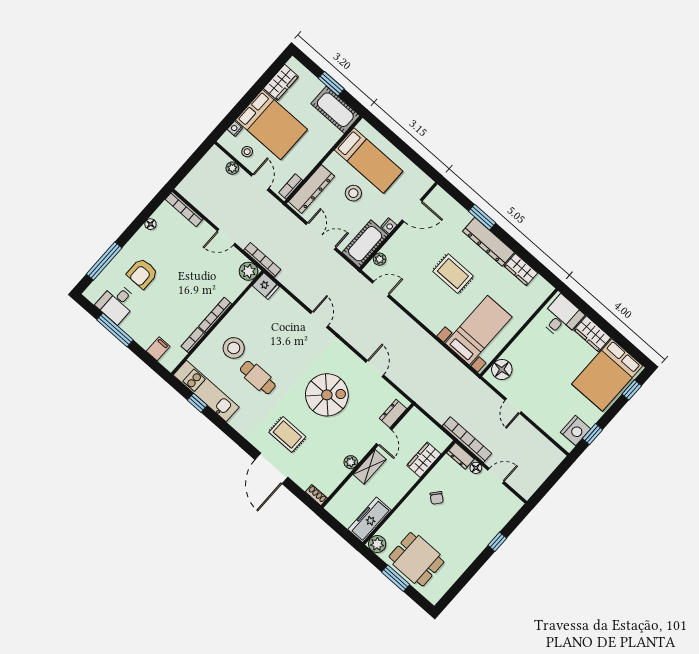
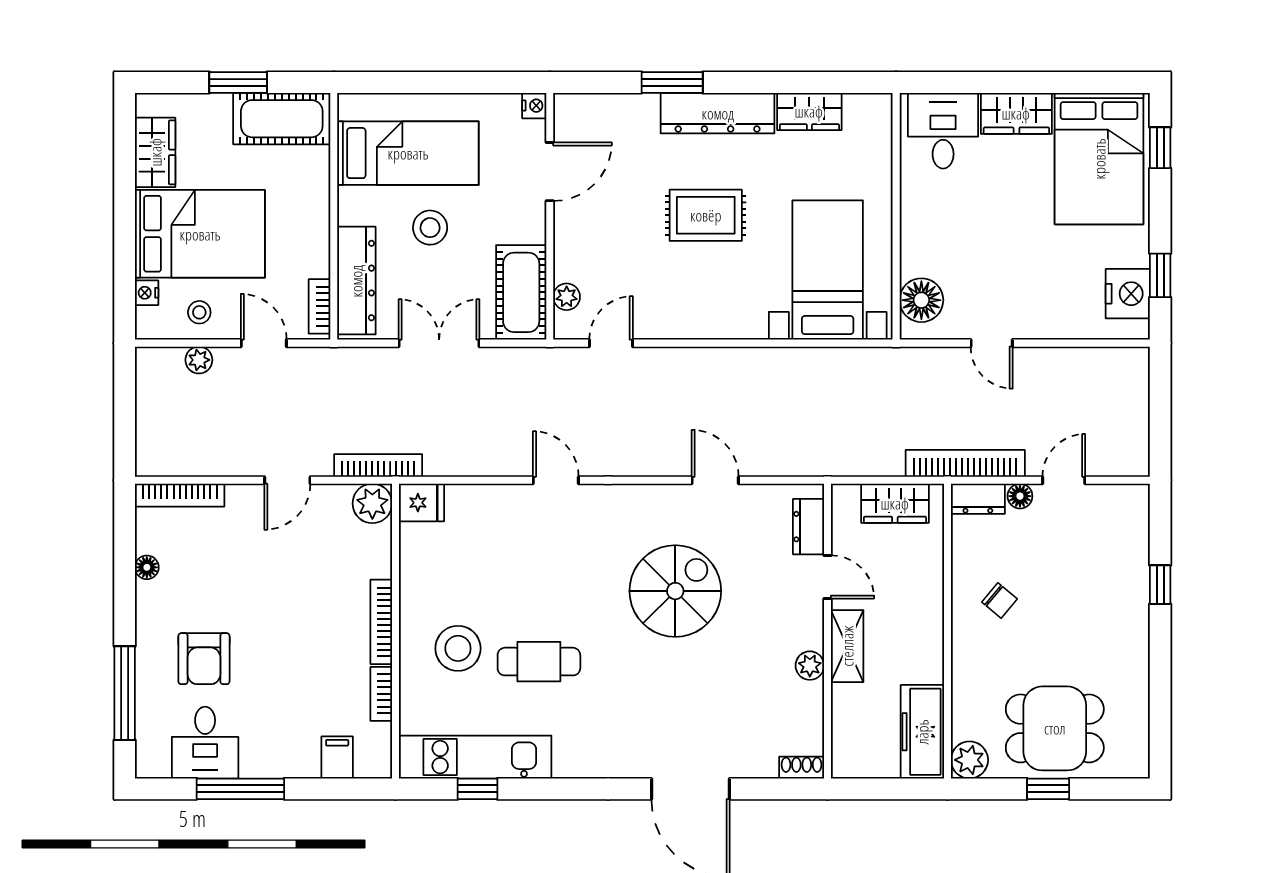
nightstand: (389, 226) -> (534, 106), moved
rug: (287, 434) -> (668, 711), removed
wardrobe: (424, 460) -> (895, 503), moved, turned -90
window: (396, 578) -> (1048, 789), width x0.67

